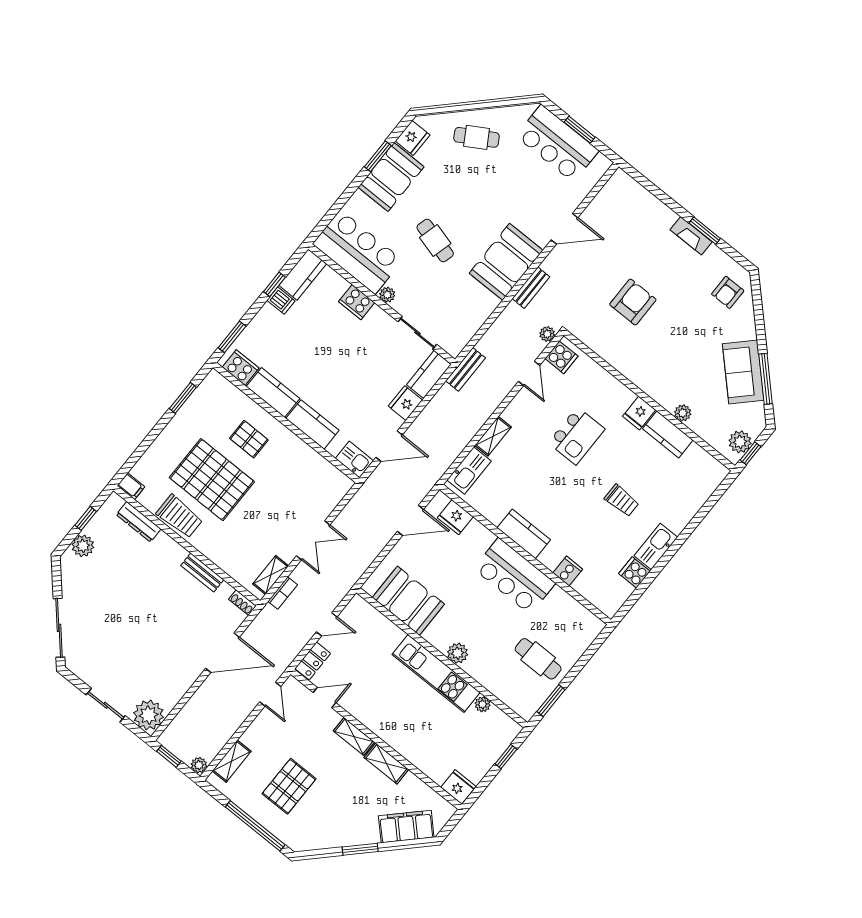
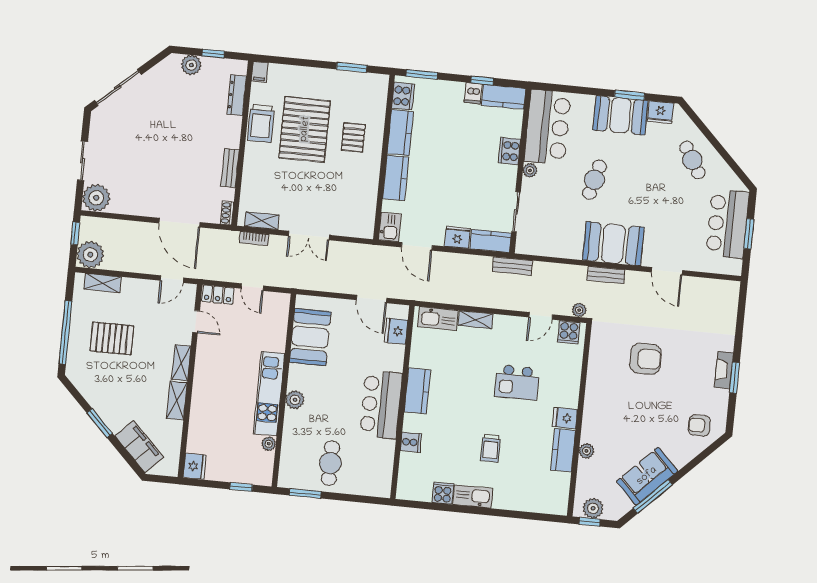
plant: (199, 765) -> (90, 255), width x1.87, depth x1.87

